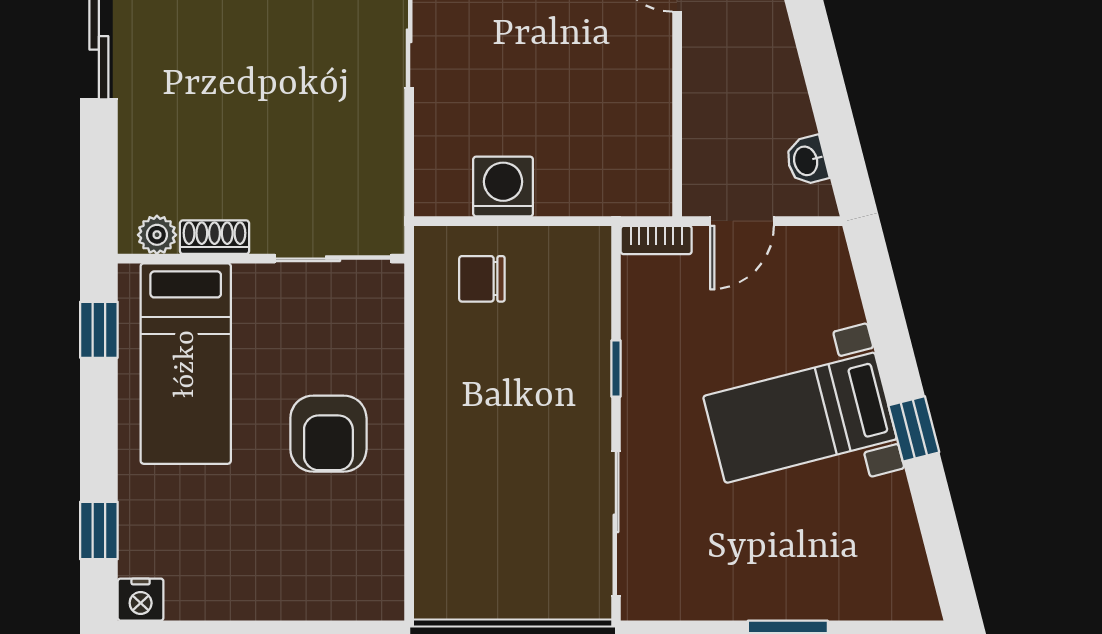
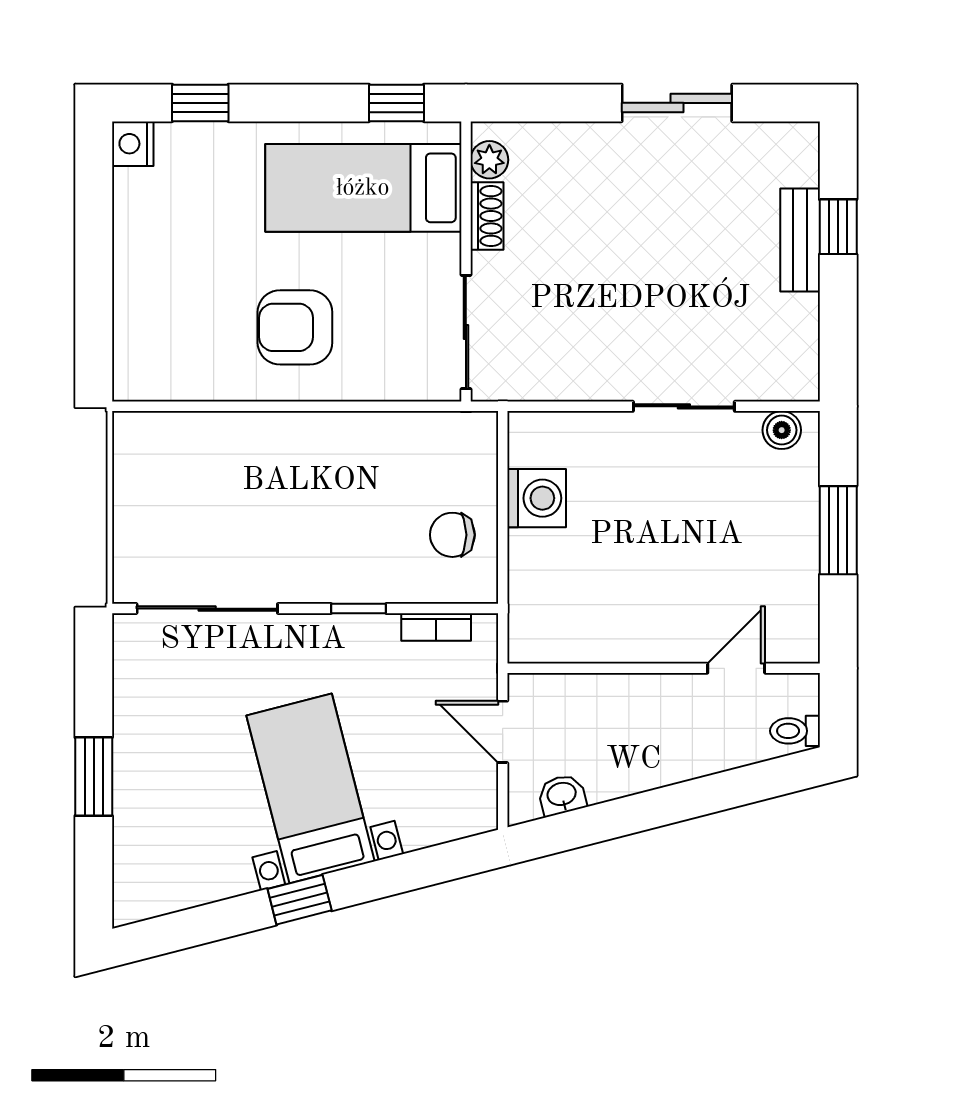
bookcase: (656, 240) -> (436, 627), moved, turned -90
chair: (482, 279) -> (452, 535), moved, turned -90

